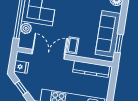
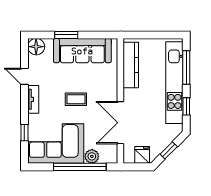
window: (119, 43) -> (66, 35), moved
coffee table: (73, 45) -> (76, 99), moved

